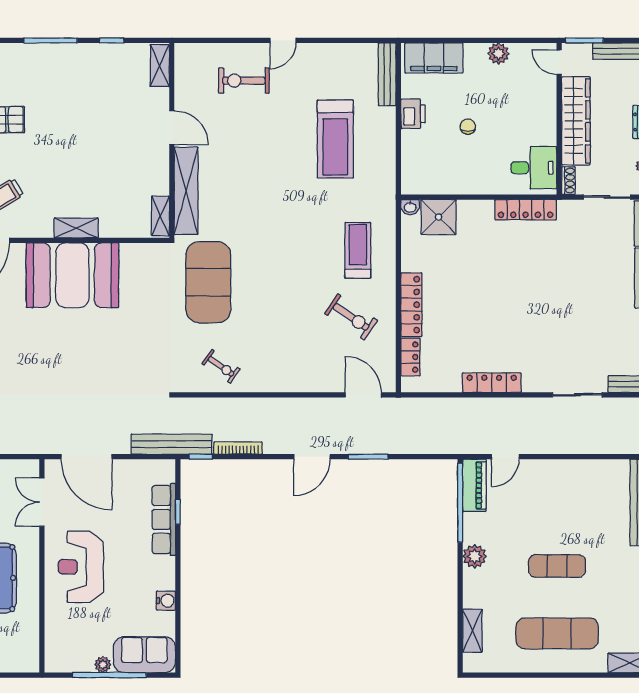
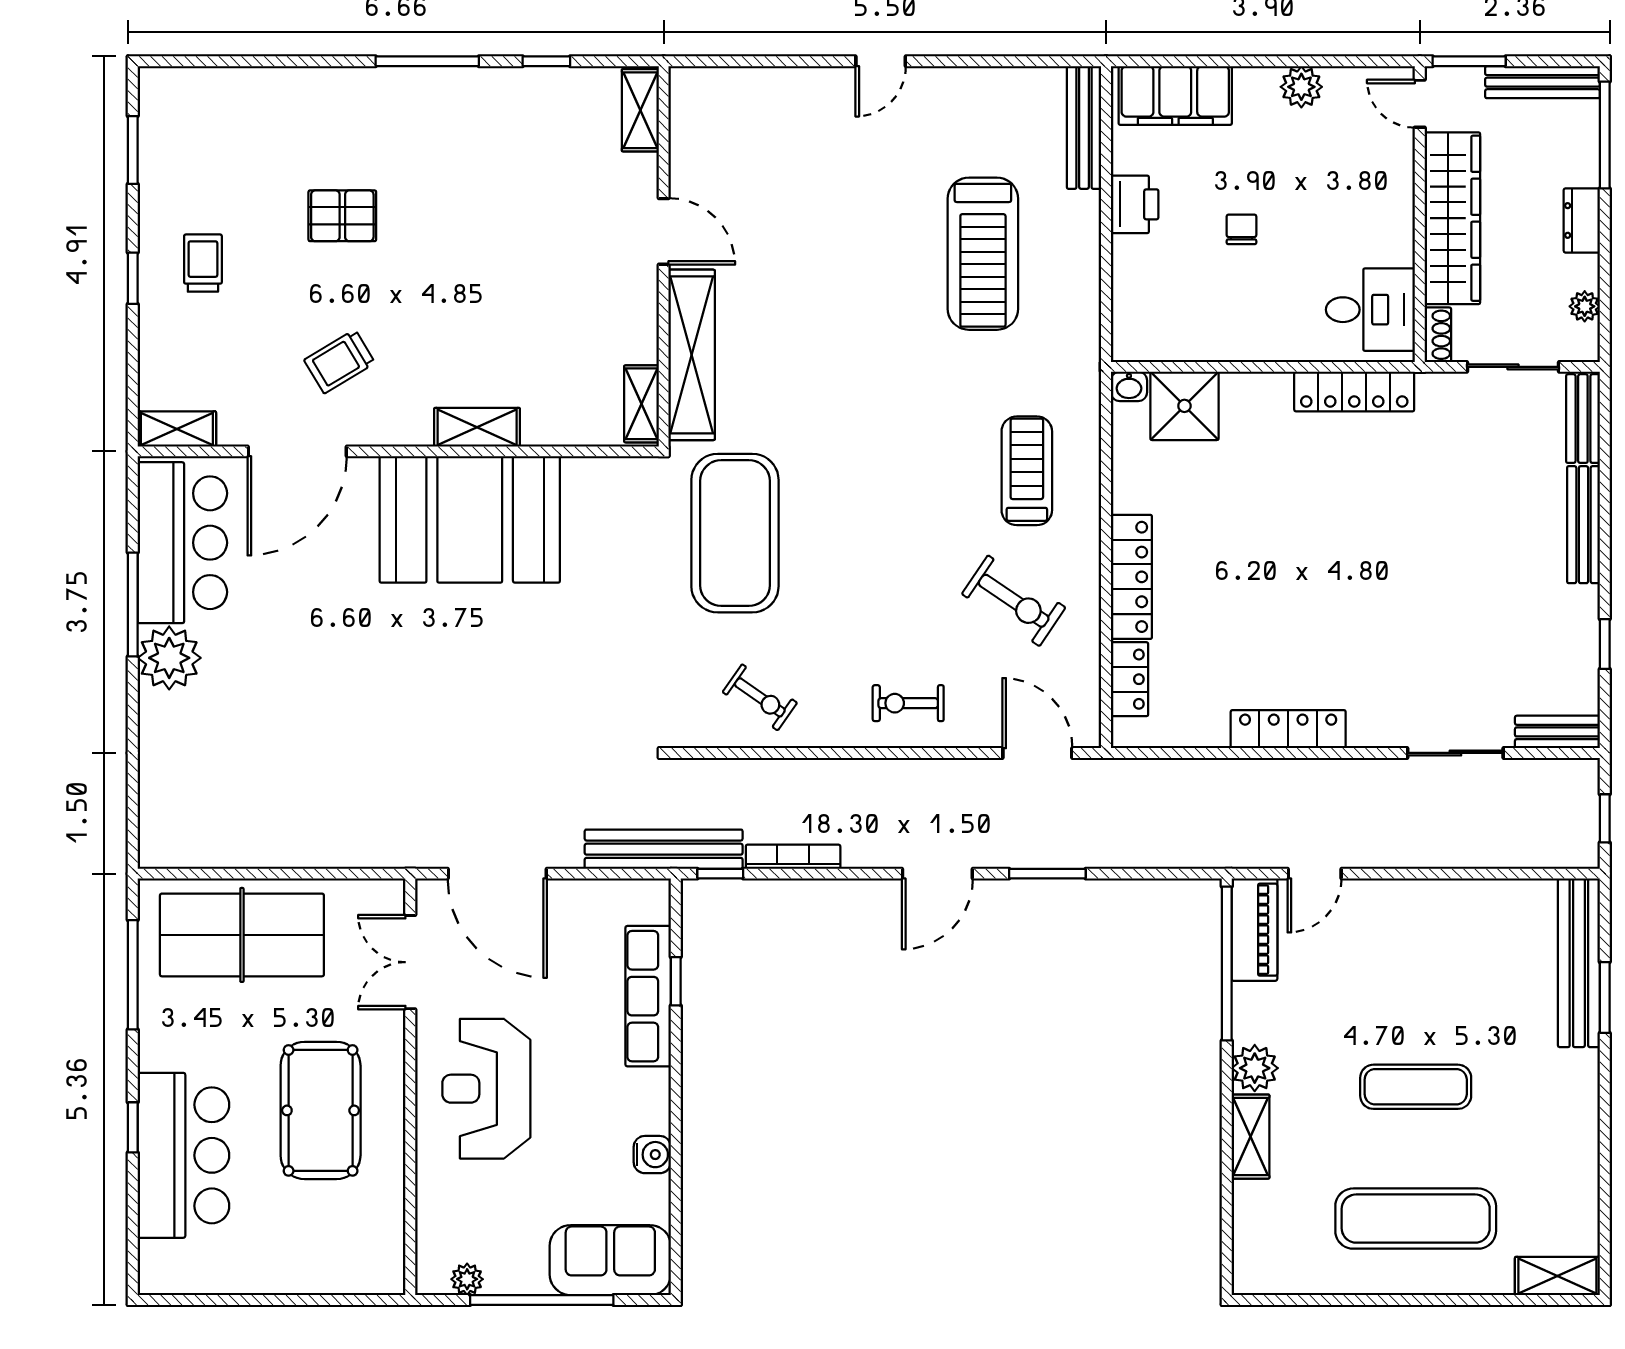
exercise bike: (244, 81) -> (908, 703), moved, width x0.73, depth x0.72
shelving: (472, 631) -> (1250, 1137), moved
plant: (103, 665) -> (467, 1279), moved

